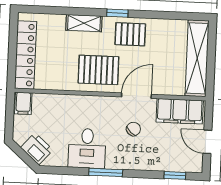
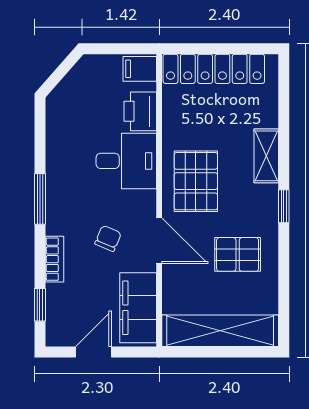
pallet: (130, 34) -> (238, 254), moved, turned 90
chair: (133, 129) -> (108, 238), turned -110
desk: (87, 148) -> (126, 161), moved, turned 180
printer: (37, 149) -> (140, 111), moved, turned 139
bookcase: (146, 165) -> (55, 259), added

